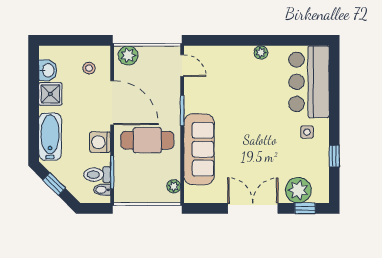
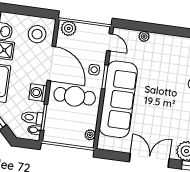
plant: (261, 52) -> (144, 36), moved
stool: (89, 68) -> (37, 34), width x1.89, depth x1.89
side table: (167, 103) -> (94, 70), added
sofa: (199, 149) -> (118, 99), width x1.36, depth x1.27

